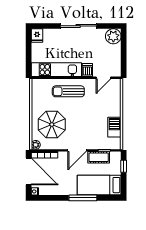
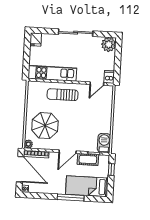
dishwasher: (87, 70) -> (109, 77), moved
barbecue: (114, 127) -> (104, 143), moved

